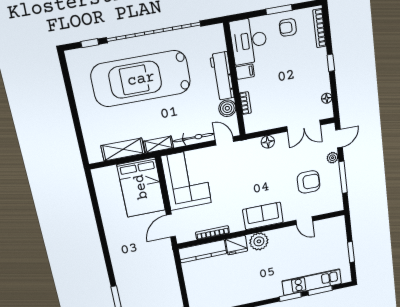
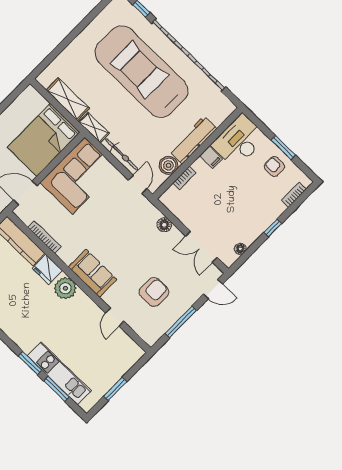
bookcase: (319, 28) -> (294, 195), width x0.64
plant: (333, 158) -> (192, 297), removed
armchair: (309, 182) -> (154, 292), turned -90

